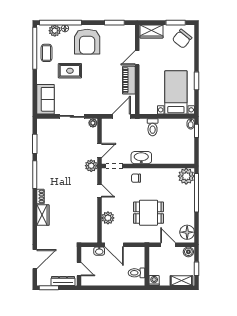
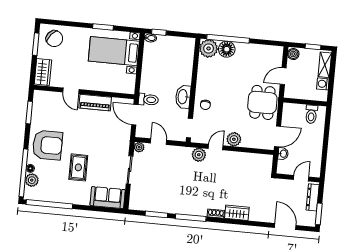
coffee table: (46, 53) -> (56, 192), removed
toilet: (153, 127) -> (148, 100), moved
door: (99, 150) -> (159, 142), moved
plant: (91, 166) -> (199, 155), moved
dining table: (148, 213) -> (262, 102), moved
plant: (108, 218) -> (234, 139), moved
floor lamp: (187, 232) -> (227, 49), moved
washing machine: (154, 281) -> (323, 84), moved

